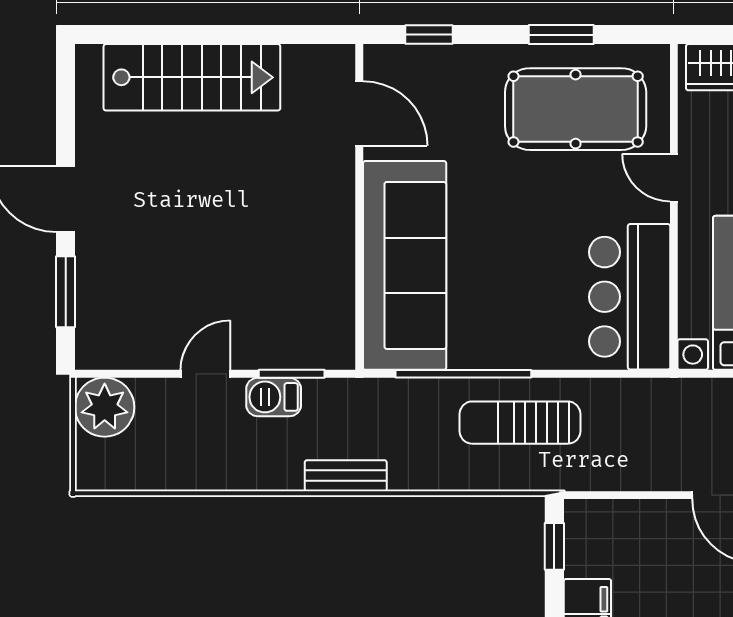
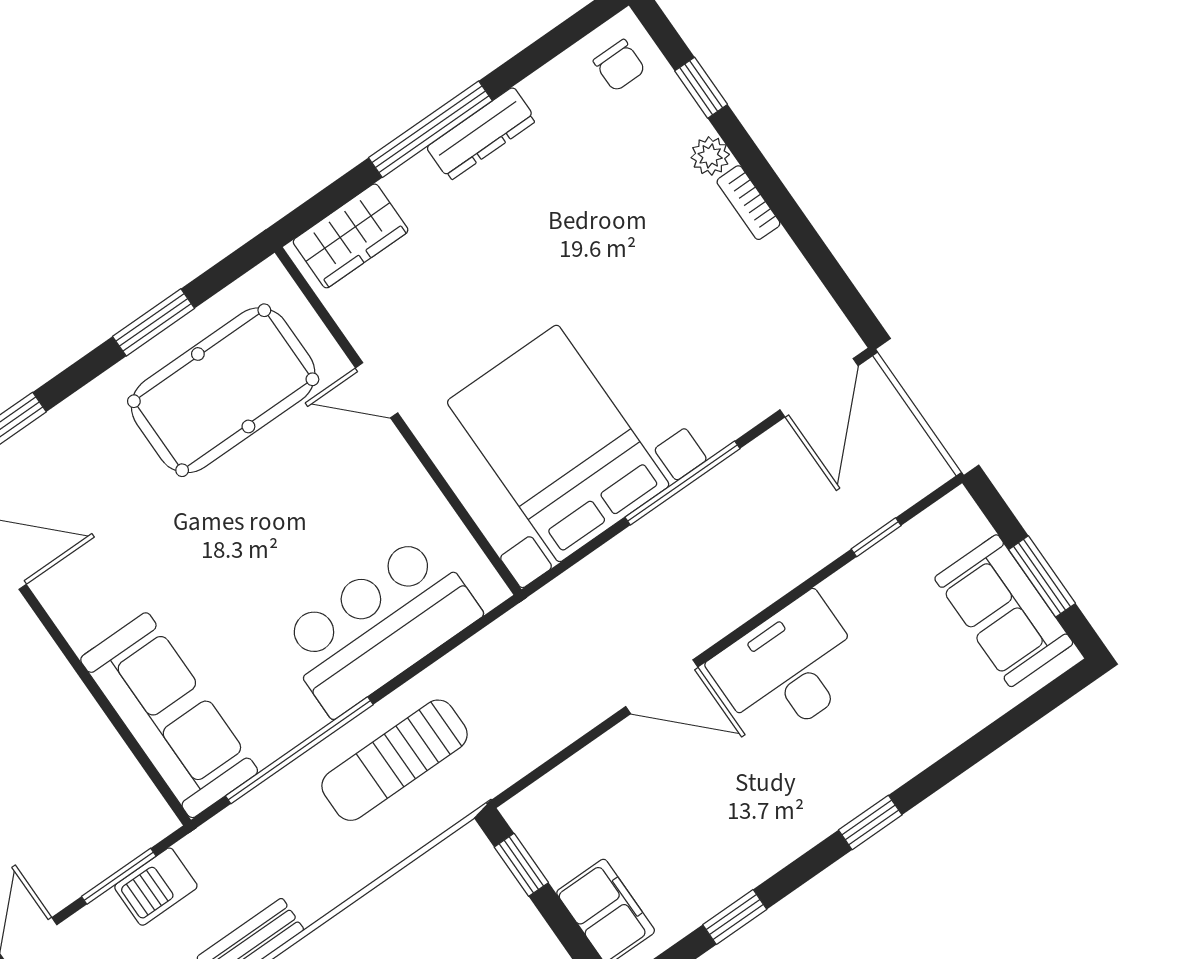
sofa: (405, 265) -> (169, 715), width x0.74, depth x0.79
bar counter: (630, 297) -> (379, 625), moved, turned 90
barbecue: (274, 397) -> (156, 887), moved

